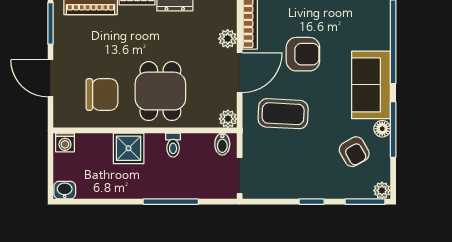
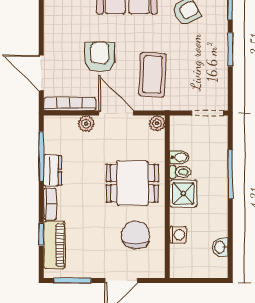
washing machine: (65, 142) -> (178, 235), moved
bidet: (222, 144) -> (179, 157), moved
shower: (129, 148) -> (183, 194), moved
washbasin: (65, 190) -> (220, 247), moved
window: (312, 202) -> (230, 49), width x1.50

